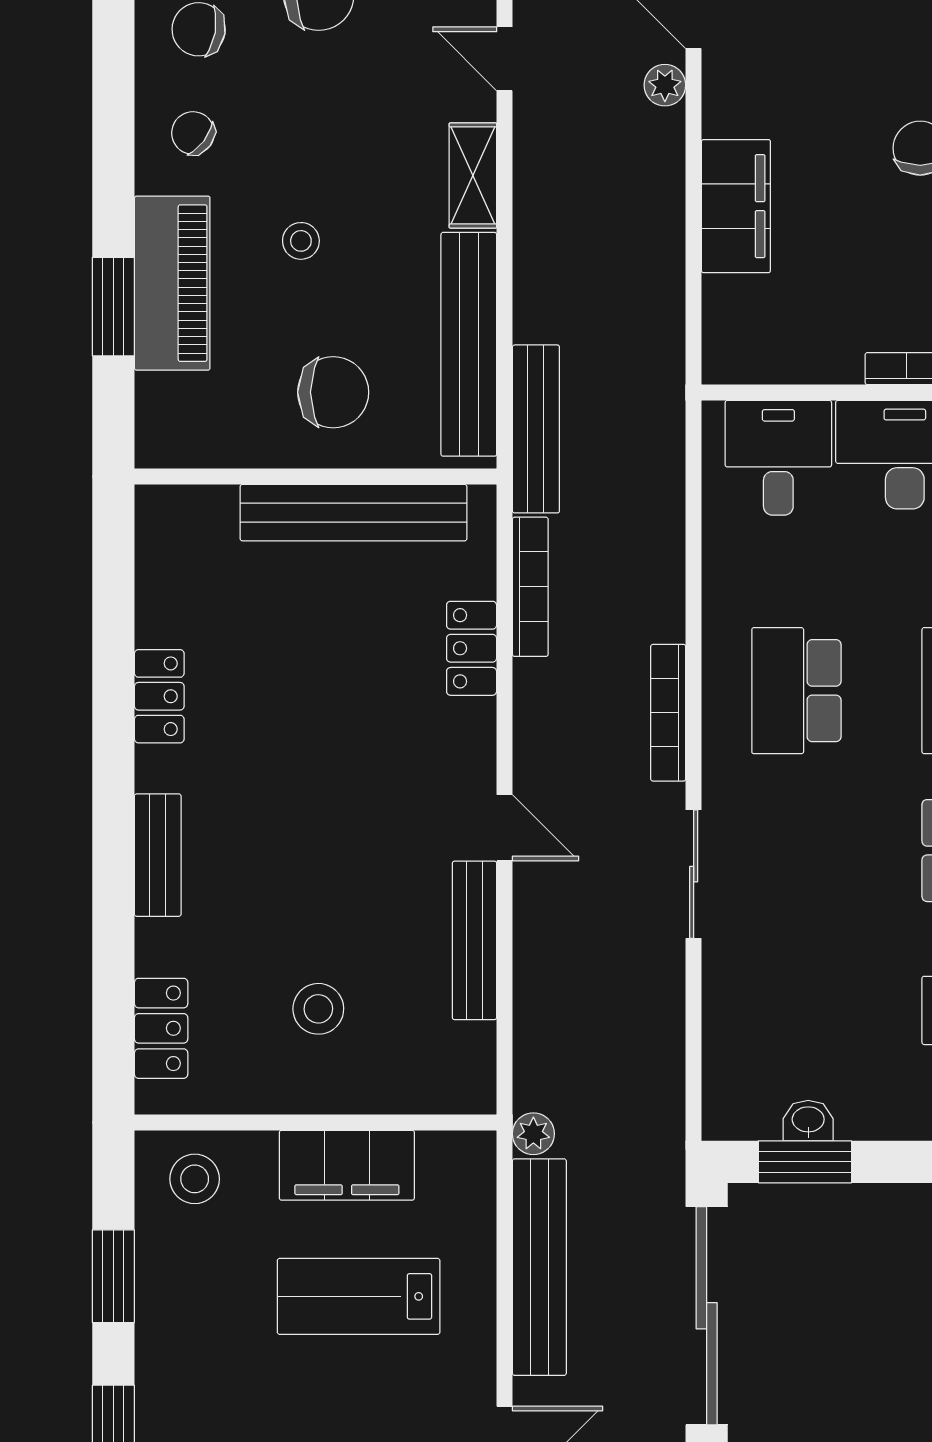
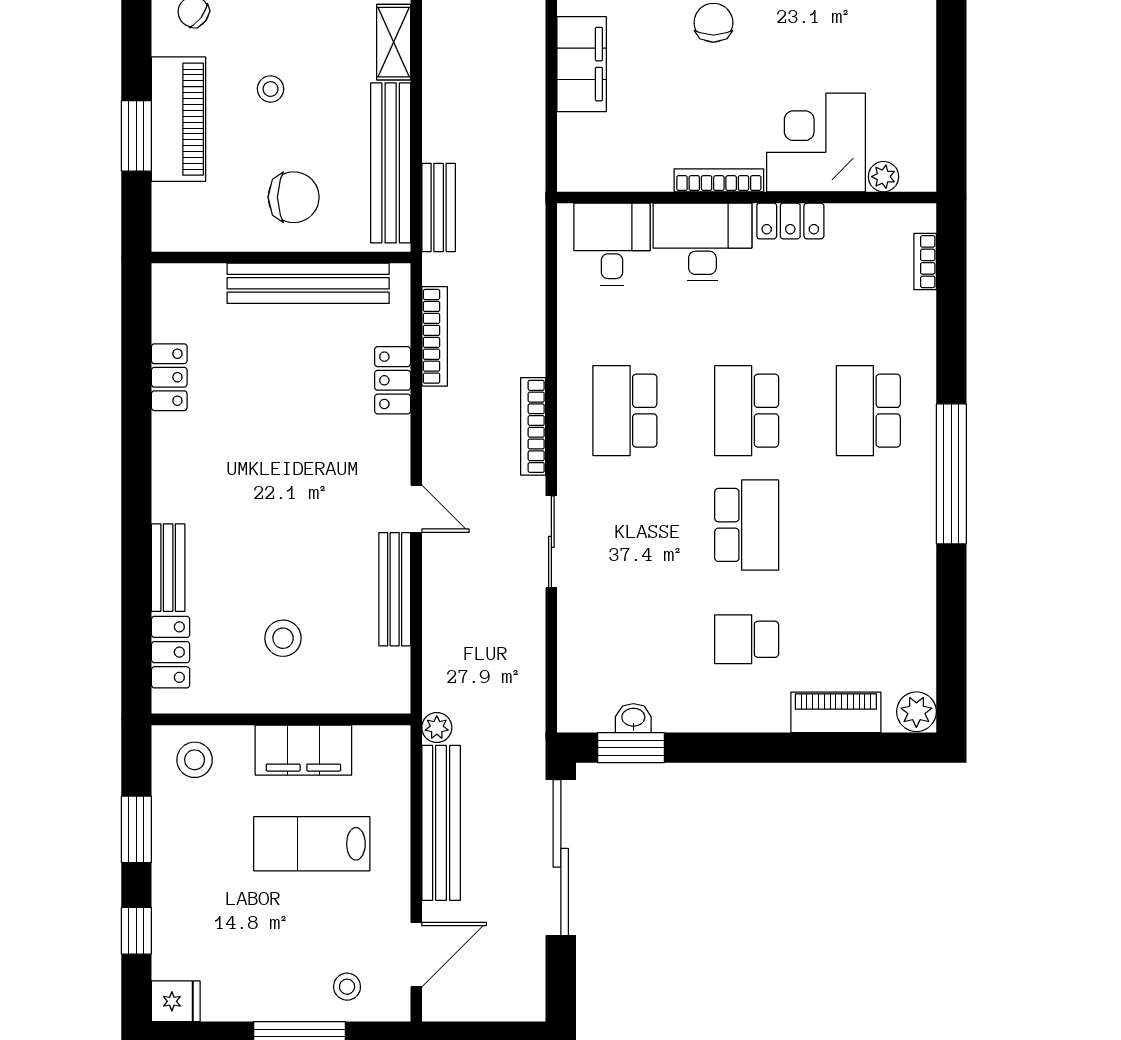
bench: (536, 429) -> (439, 207), width x0.73
locker: (159, 696) -> (169, 377), moved
bench: (158, 855) -> (168, 568), moved

